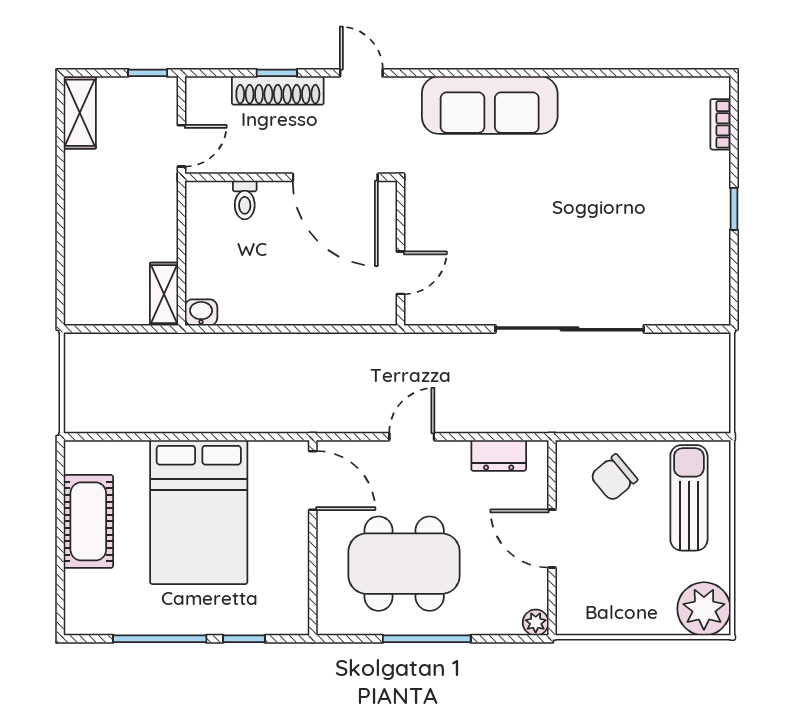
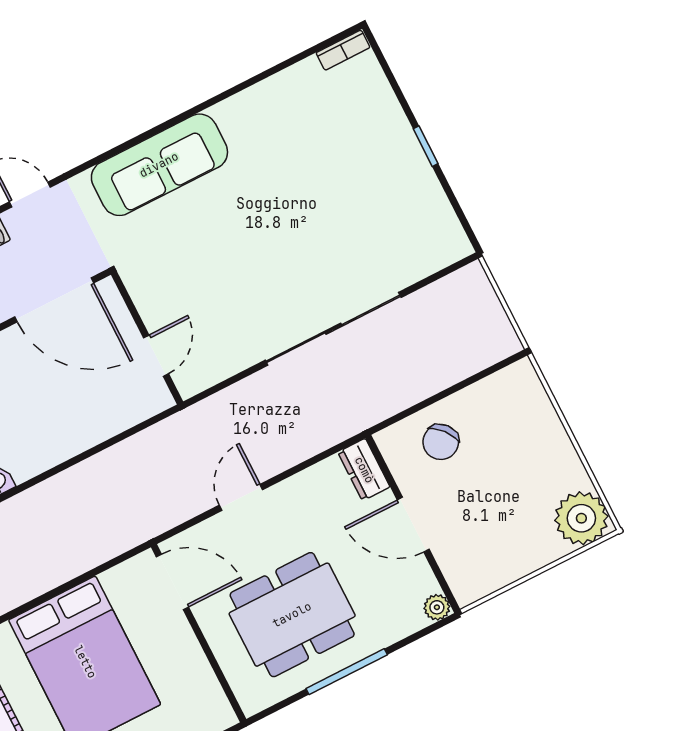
bookcase: (720, 124) -> (343, 50), moved, turned -90
dresser: (499, 455) -> (364, 470), moved, turned 90
sun lounger: (689, 498) -> (517, 426), removed

